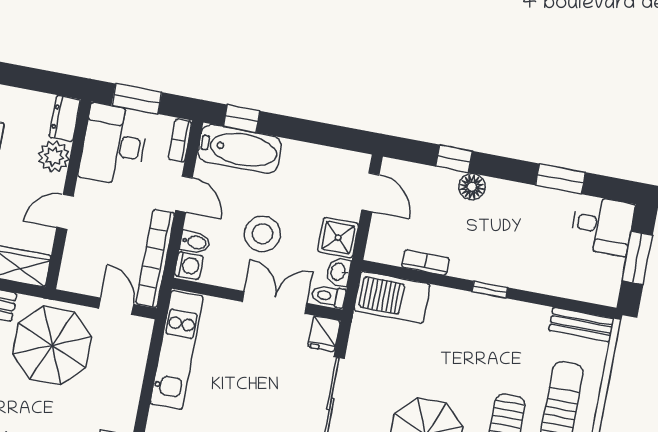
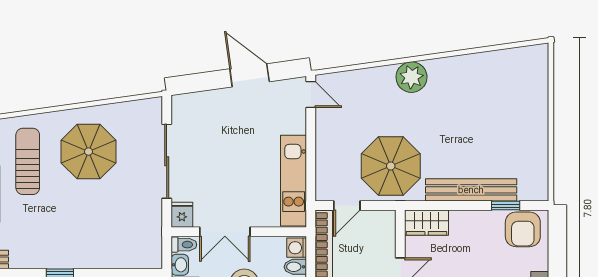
barbecue: (392, 297) -> (135, 253), removed
door: (116, 306) -> (347, 206), hinge flipped

